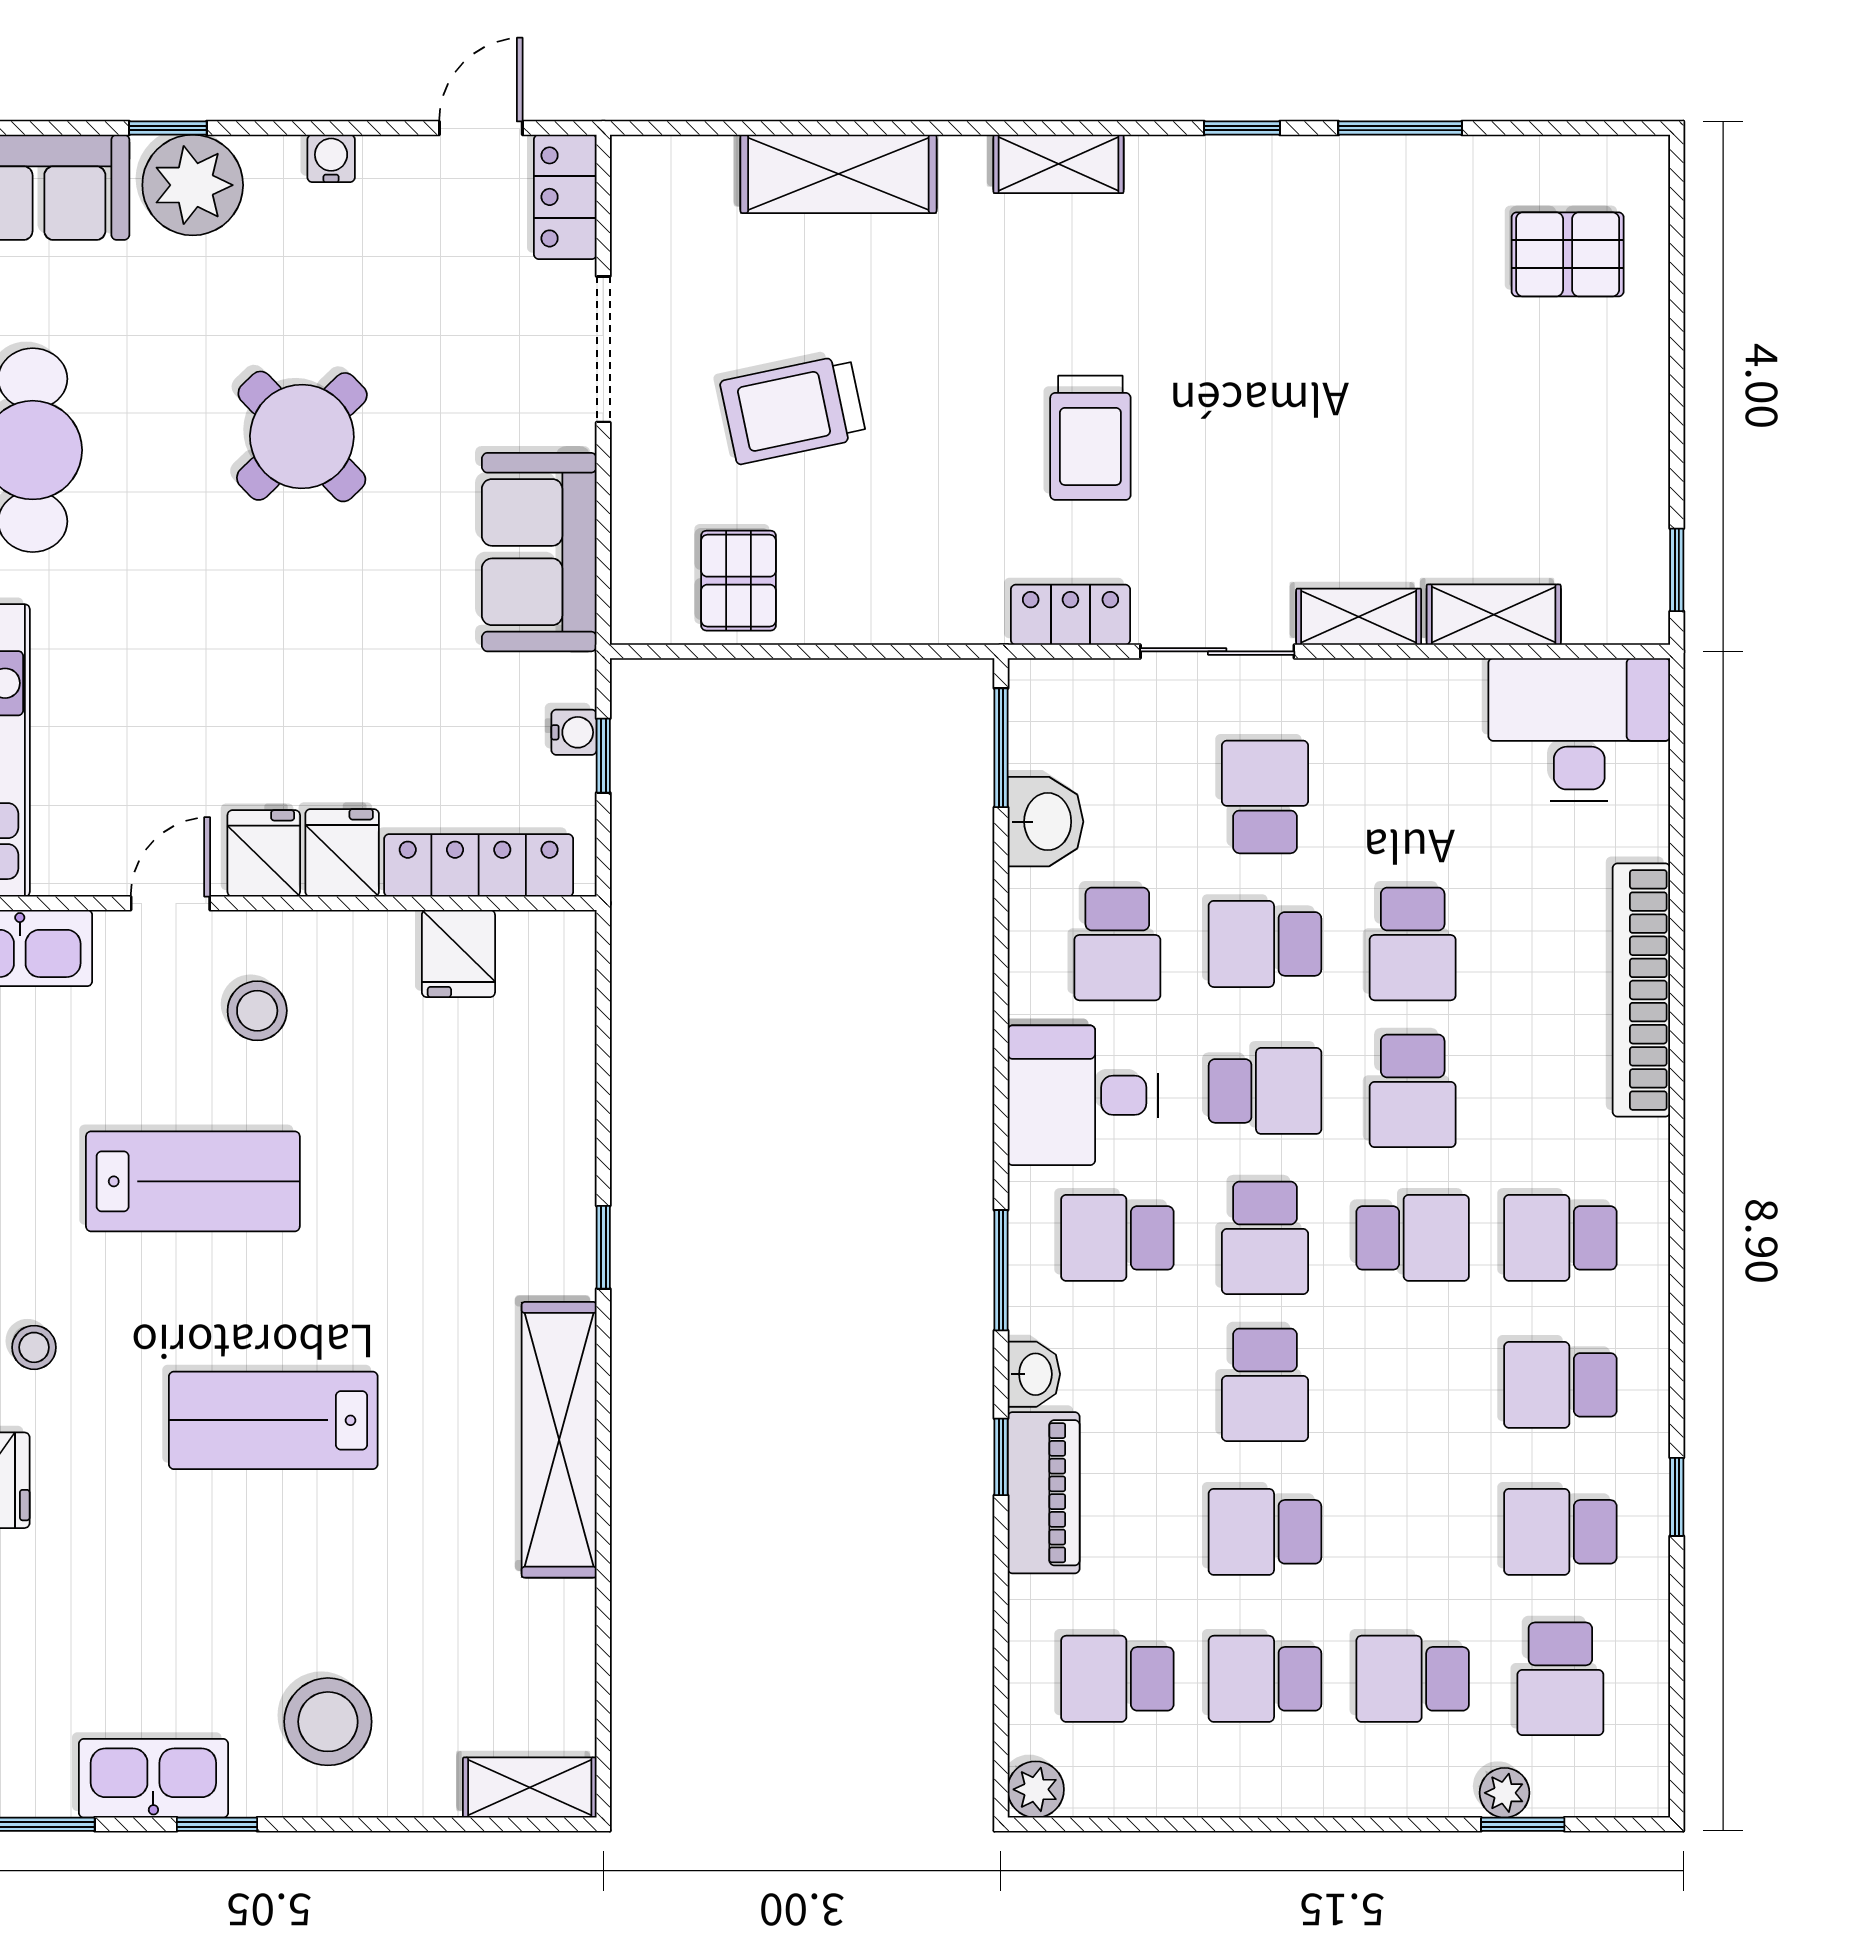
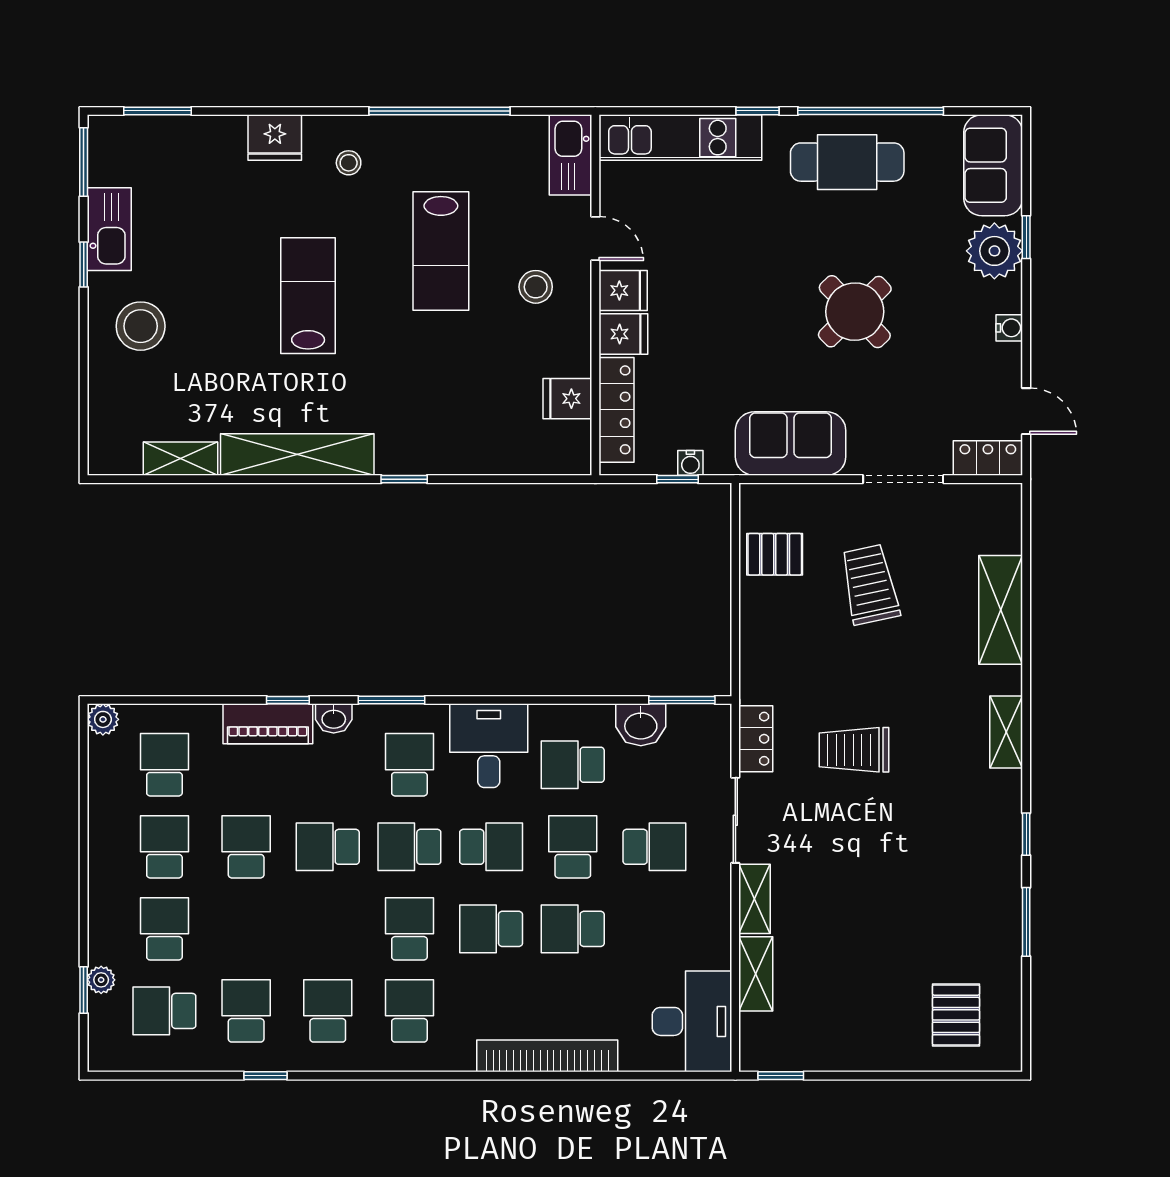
school desk: (1265, 1091) -> (491, 847), turned -90
school desk: (1413, 1238) -> (409, 929), turned 180
shelving: (530, 1788) -> (181, 459), moved, turned 90

